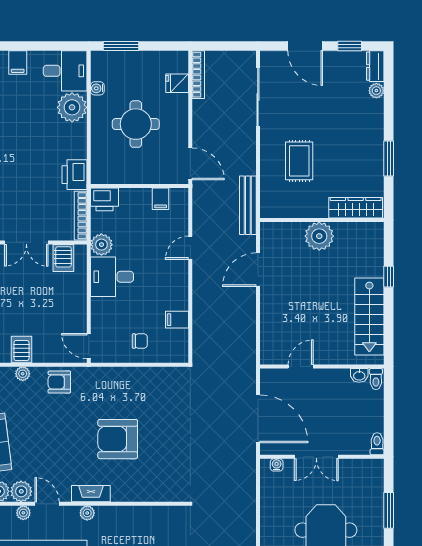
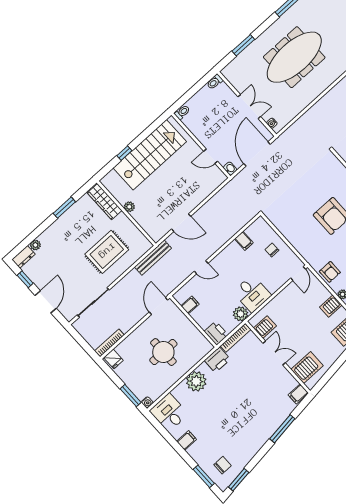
fridge: (177, 83) -> (113, 359), moved
water cooler: (97, 88) -> (147, 402), moved
plant: (72, 107) -> (196, 381), moved
rug: (299, 161) -> (107, 252), width x1.36, depth x1.43
plant: (319, 236) -> (129, 207), width x0.53, depth x0.53
stairs: (369, 316) -> (150, 155), width x1.36, depth x1.51
washbasin: (359, 375) -> (230, 169), moved

